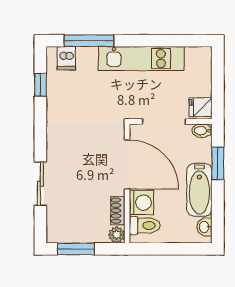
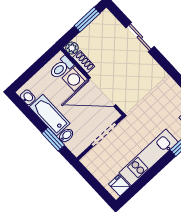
fridge: (201, 107) -> (119, 185), moved, turned -90
bidet: (202, 131) -> (66, 136), moved

